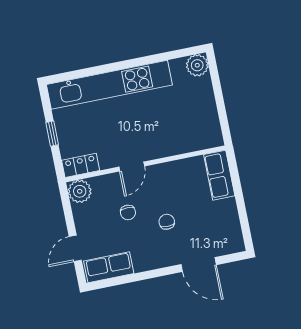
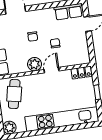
cafe table: (192, 122) -> (14, 94), added
plant: (80, 191) -> (34, 64), moved

